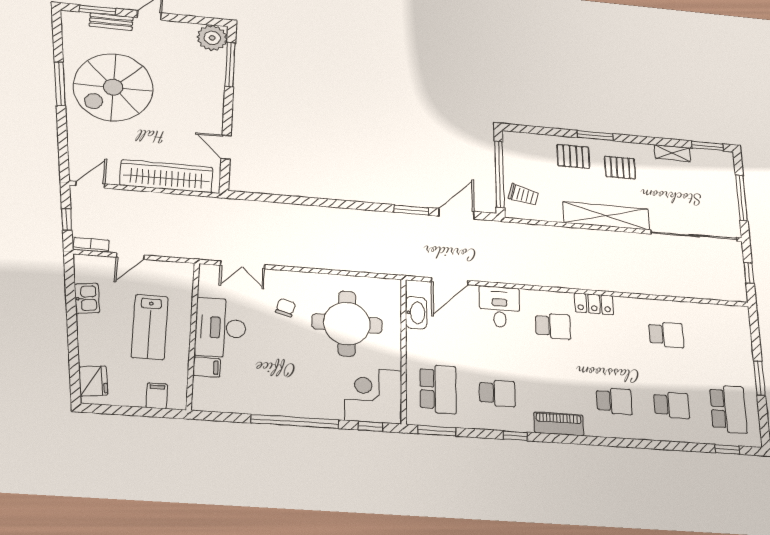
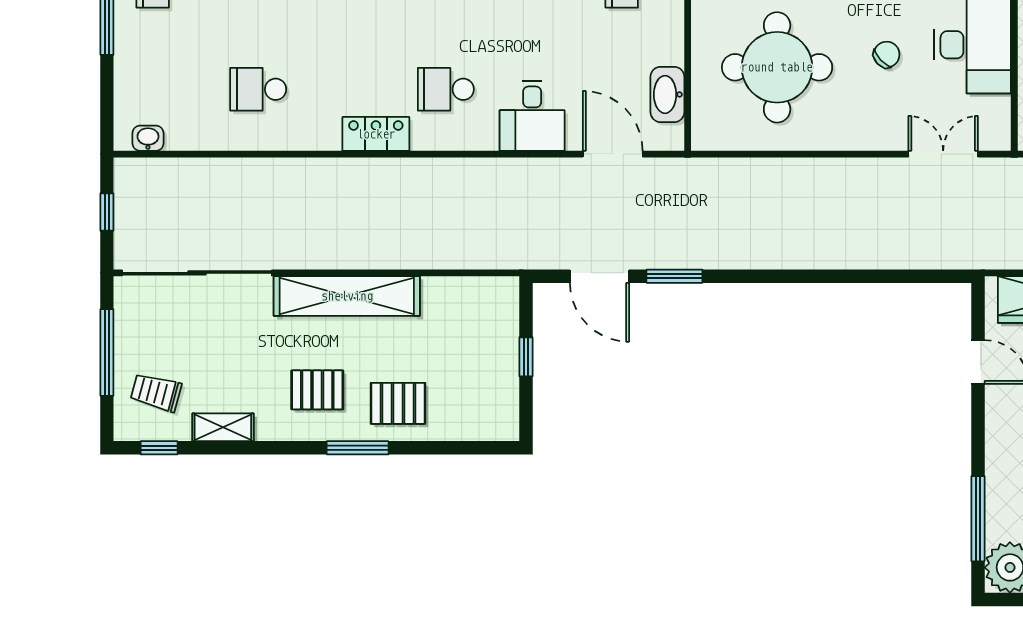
window: (707, 146) -> (159, 448), width x0.67
window: (499, 174) -> (526, 357), width x0.32
trolley: (523, 195) -> (156, 392), moved
door: (457, 214) -> (600, 276), hinge flipped
door: (450, 281) -> (613, 154), hinge flipped
chair: (286, 308) -> (887, 55), moved, turned -149
washbasin: (729, 312) -> (148, 138), added

